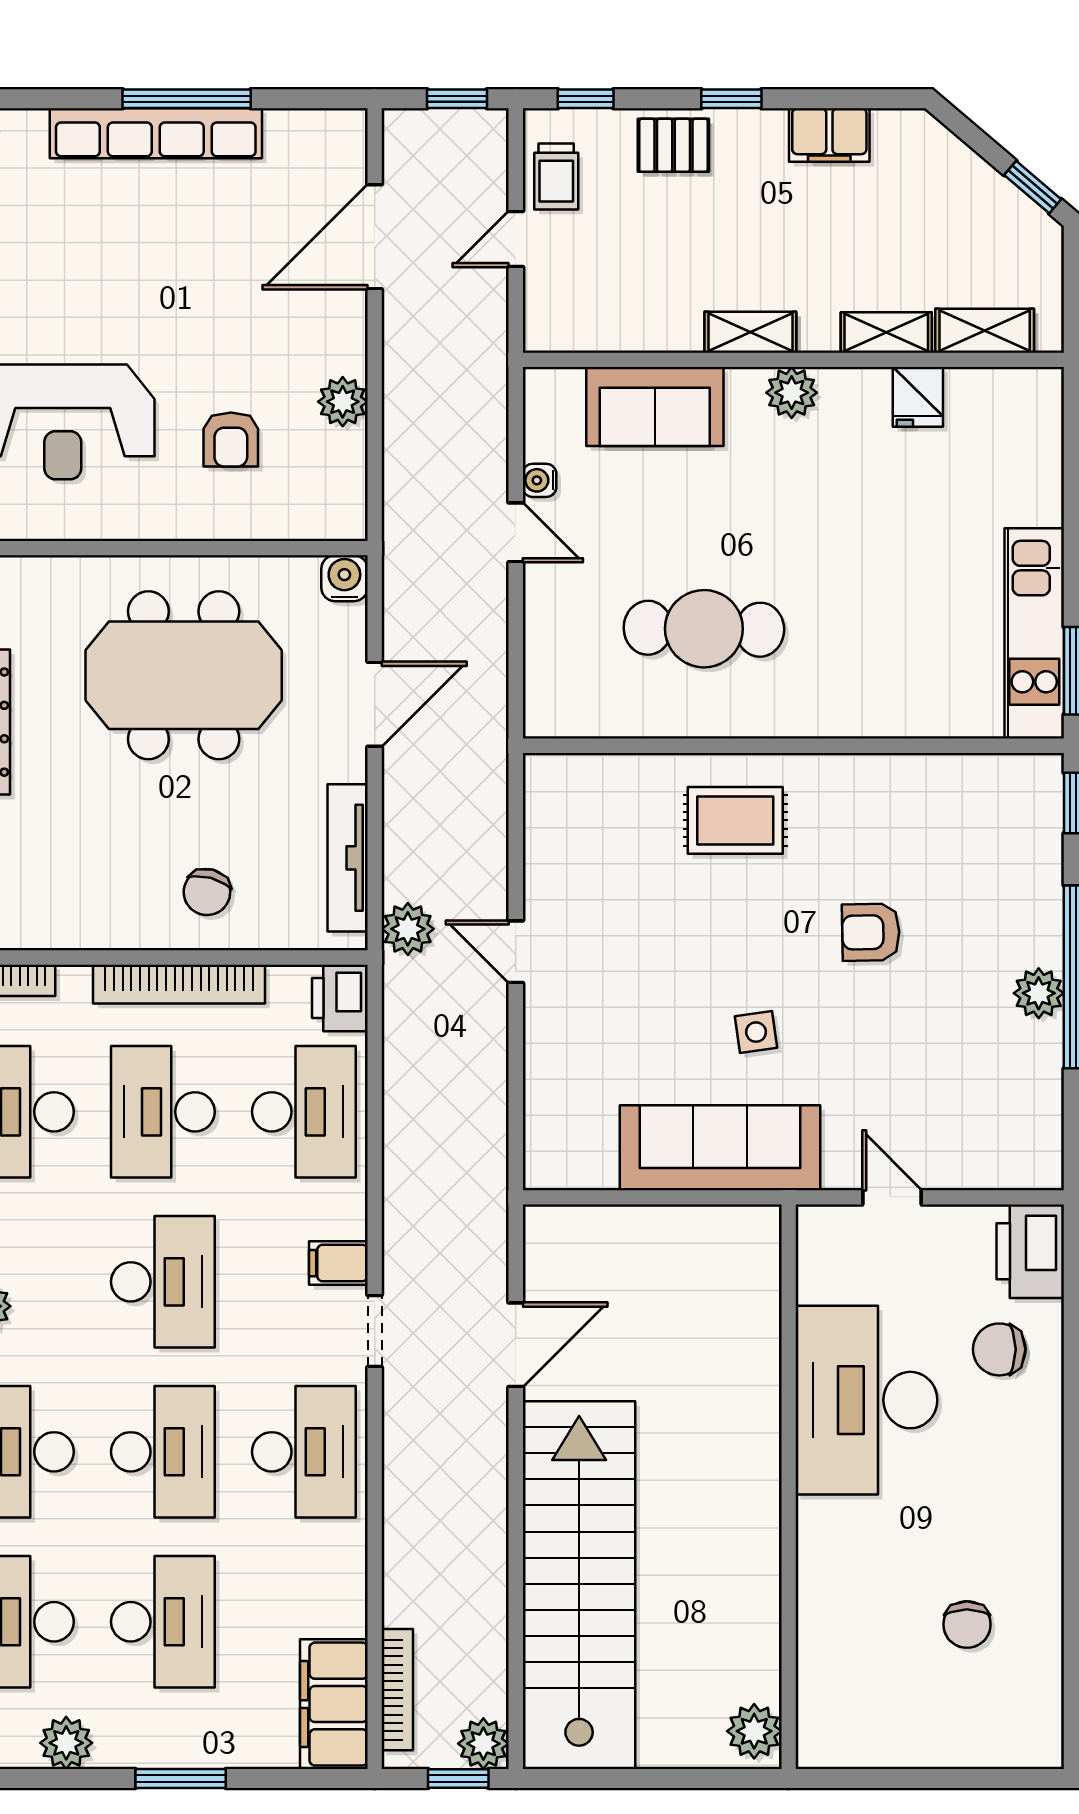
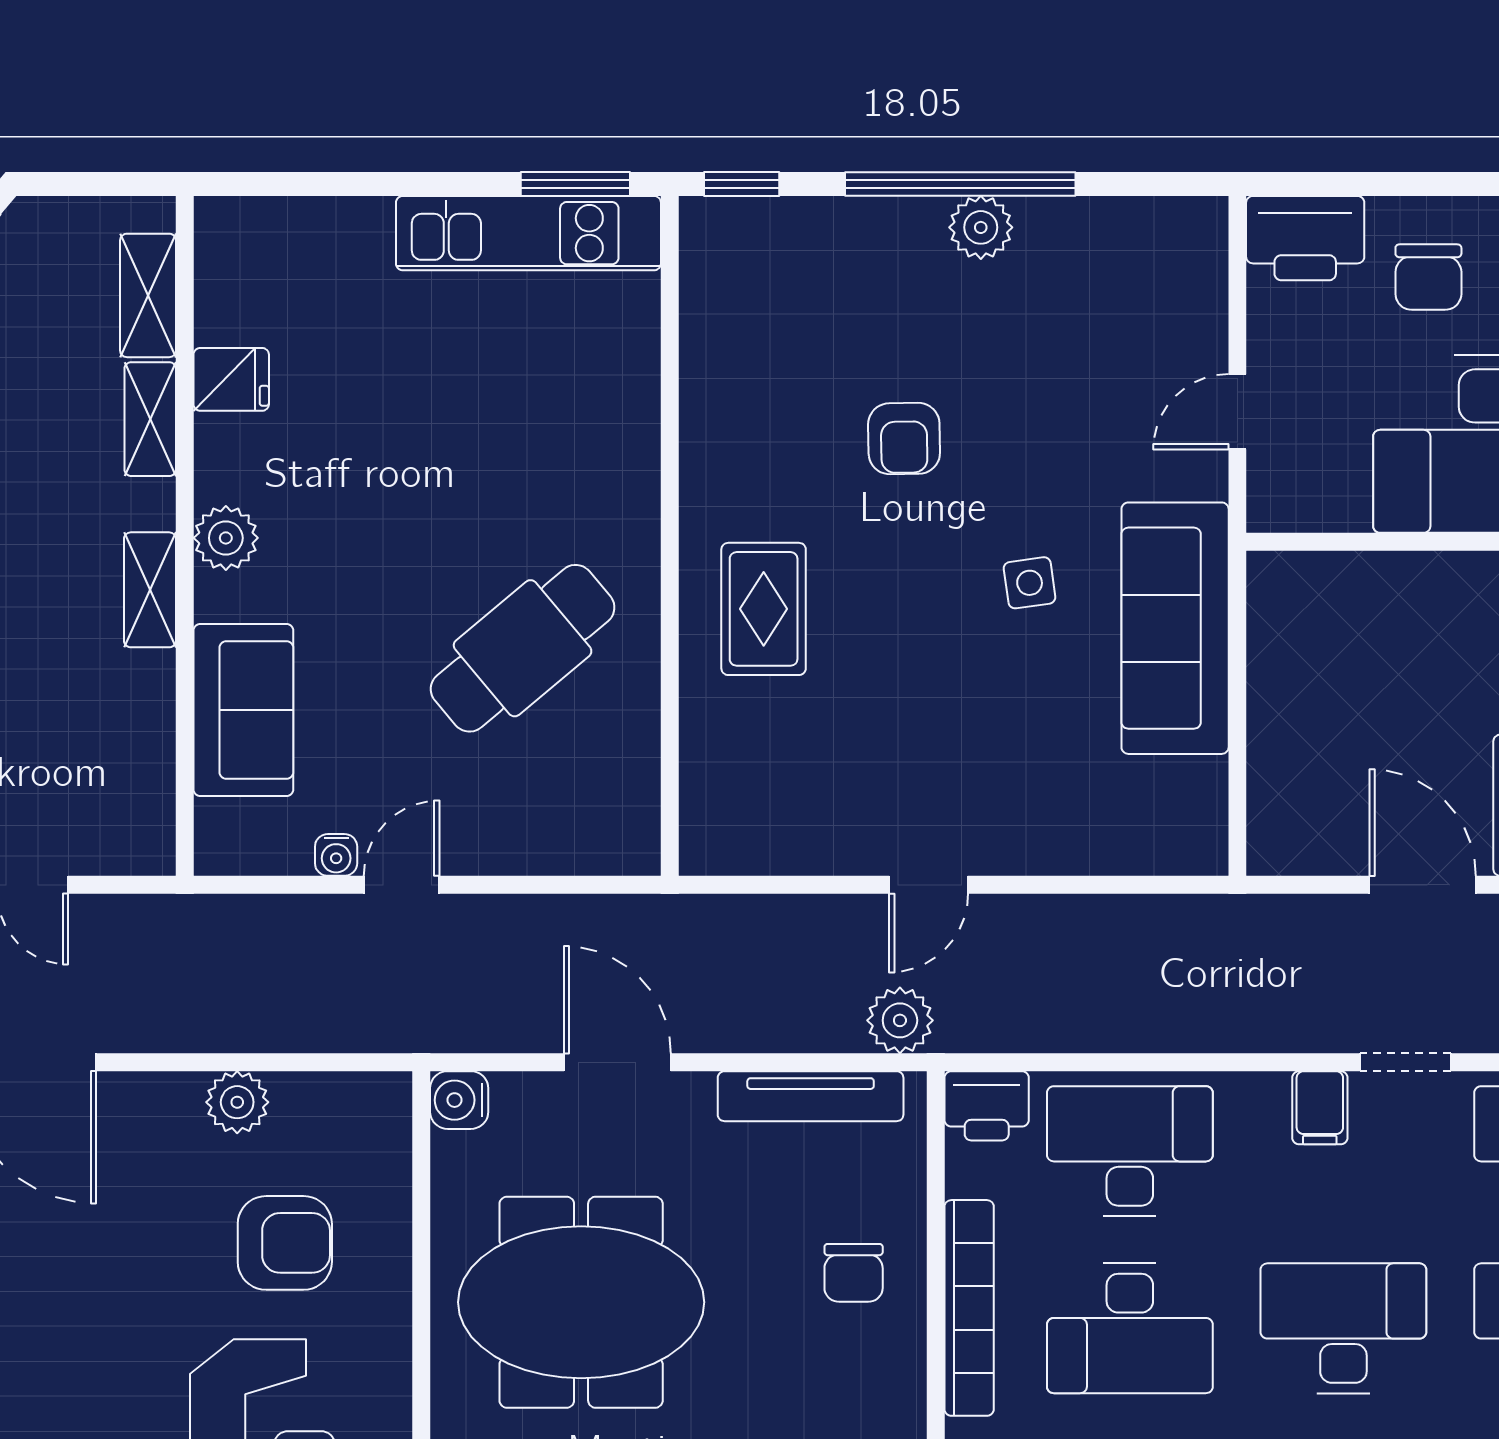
armchair: (231, 440) -> (285, 1243), width x1.38, depth x1.38
cafe table: (704, 629) -> (523, 648), turned 49
meeting table: (184, 675) -> (581, 1302), turned 90
chair: (207, 892) -> (854, 1273), turned 75

